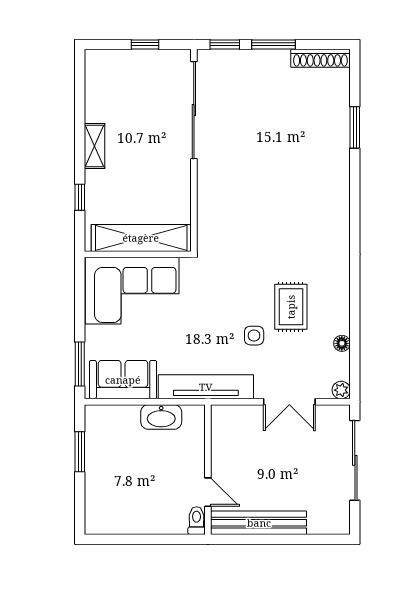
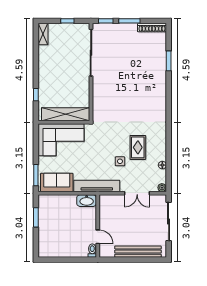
shelving: (95, 146) -> (43, 34), moved
washbasin: (161, 417) -> (87, 201), moved
bench: (259, 523) -> (138, 252), moved

